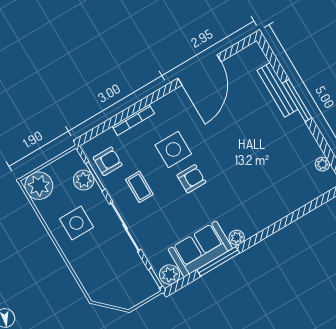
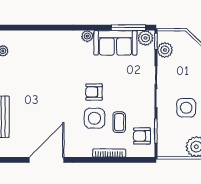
plant: (84, 180) -> (165, 50), moved
coffee table: (139, 187) -> (119, 122), moved
window: (218, 261) -> (128, 28), moved

